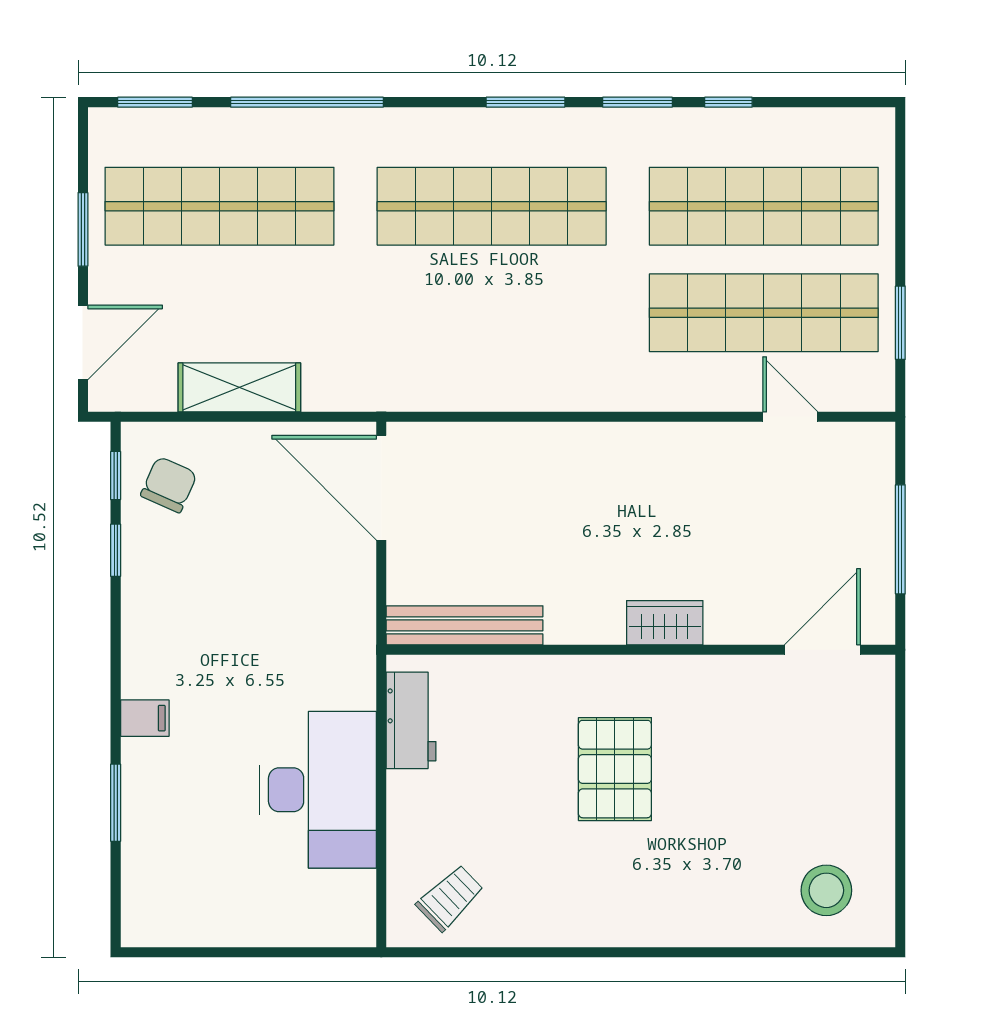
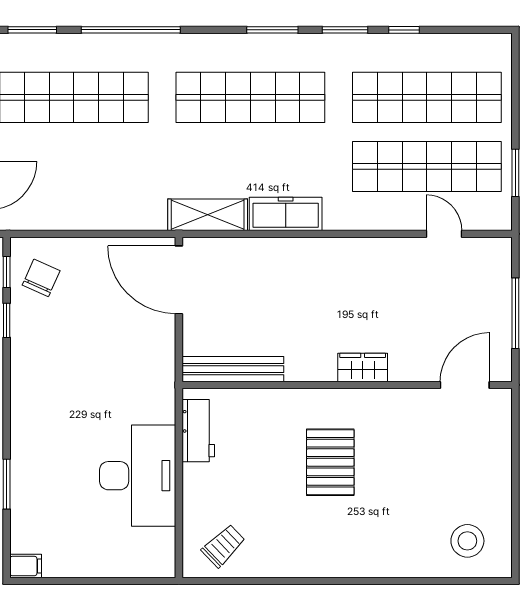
freezer: (546, 386) -> (286, 214), added
shelving: (239, 387) -> (208, 215), moved
filing cabinet: (145, 718) -> (26, 566), moved

